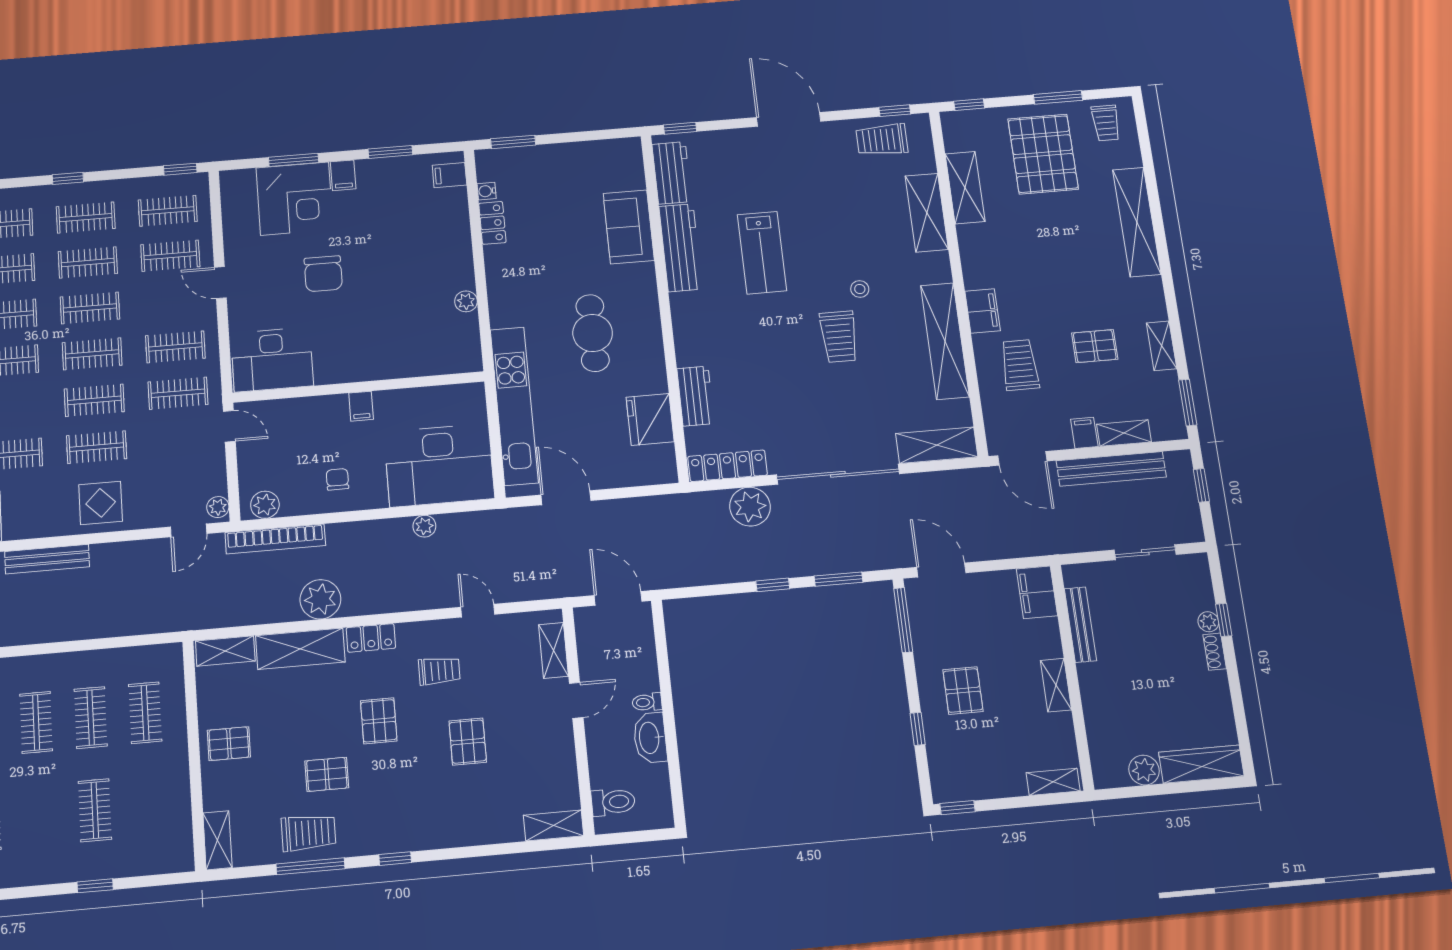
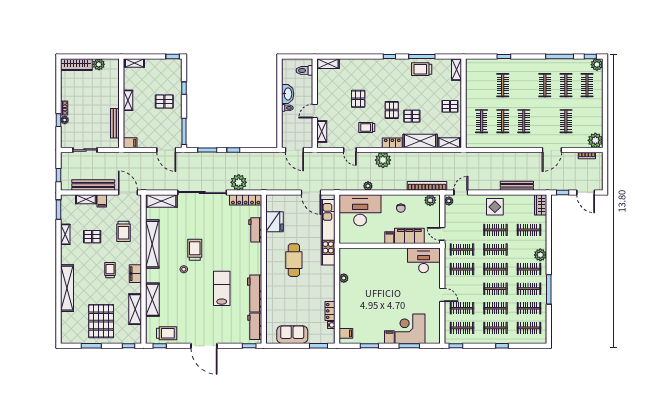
trolley: (1106, 123) -> (110, 270), moved
sofa: (629, 227) -> (292, 335), moved, turned -90
chair: (323, 274) -> (400, 295), removed
filing cabinet: (983, 311) -> (135, 274), moved
filing cabinet: (311, 414) -> (409, 236), added
filing cabinet: (1037, 592) -> (130, 143), width x0.50
plant: (320, 599) -> (383, 160), moved
pallet: (963, 690) -> (164, 101), turned 90
pallet: (327, 774) -> (412, 116), moved

